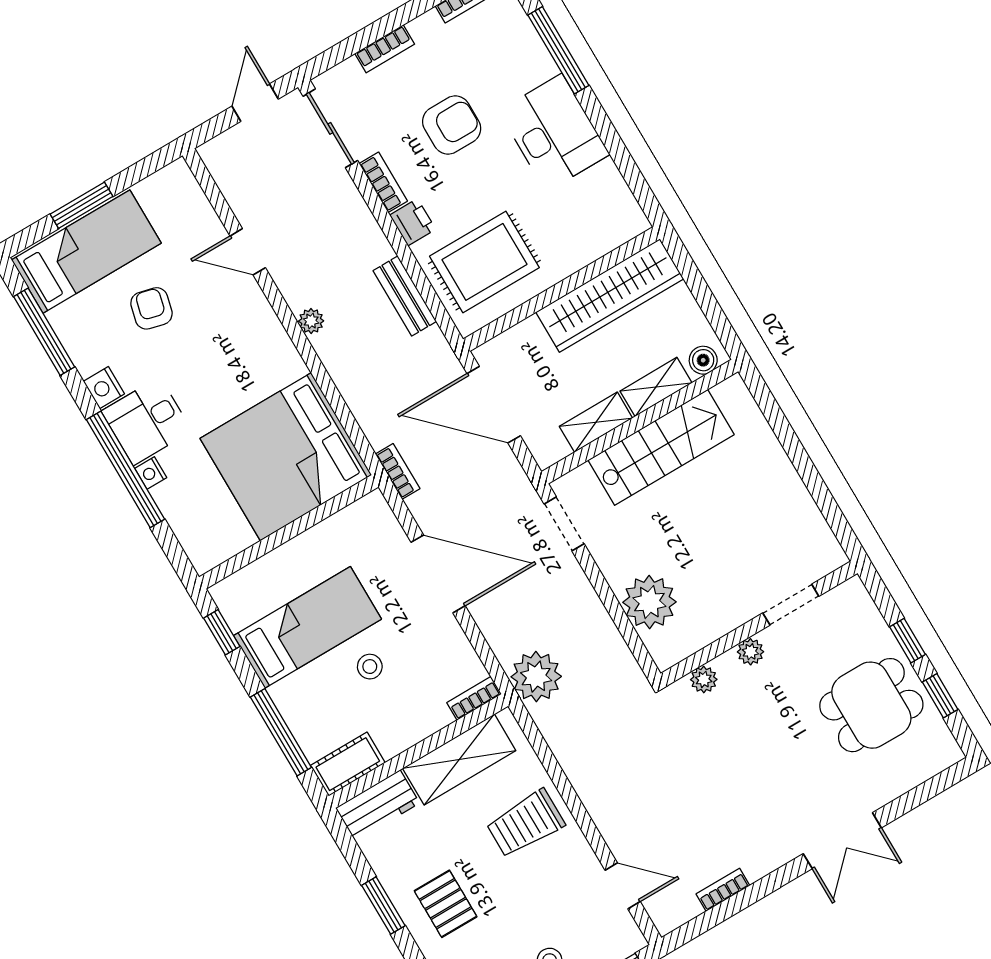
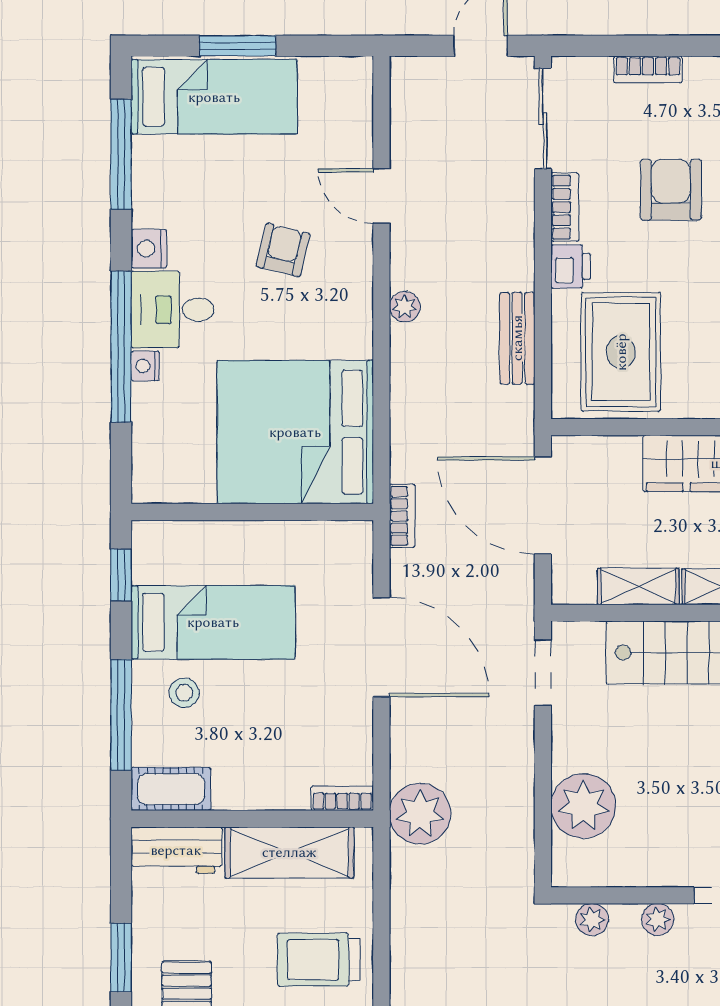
armchair: (452, 125) -> (671, 190), turned -90
rug: (484, 262) -> (621, 352), turned 90
armchair: (151, 308) -> (283, 250), moved
stool: (370, 667) -> (184, 693), moved

